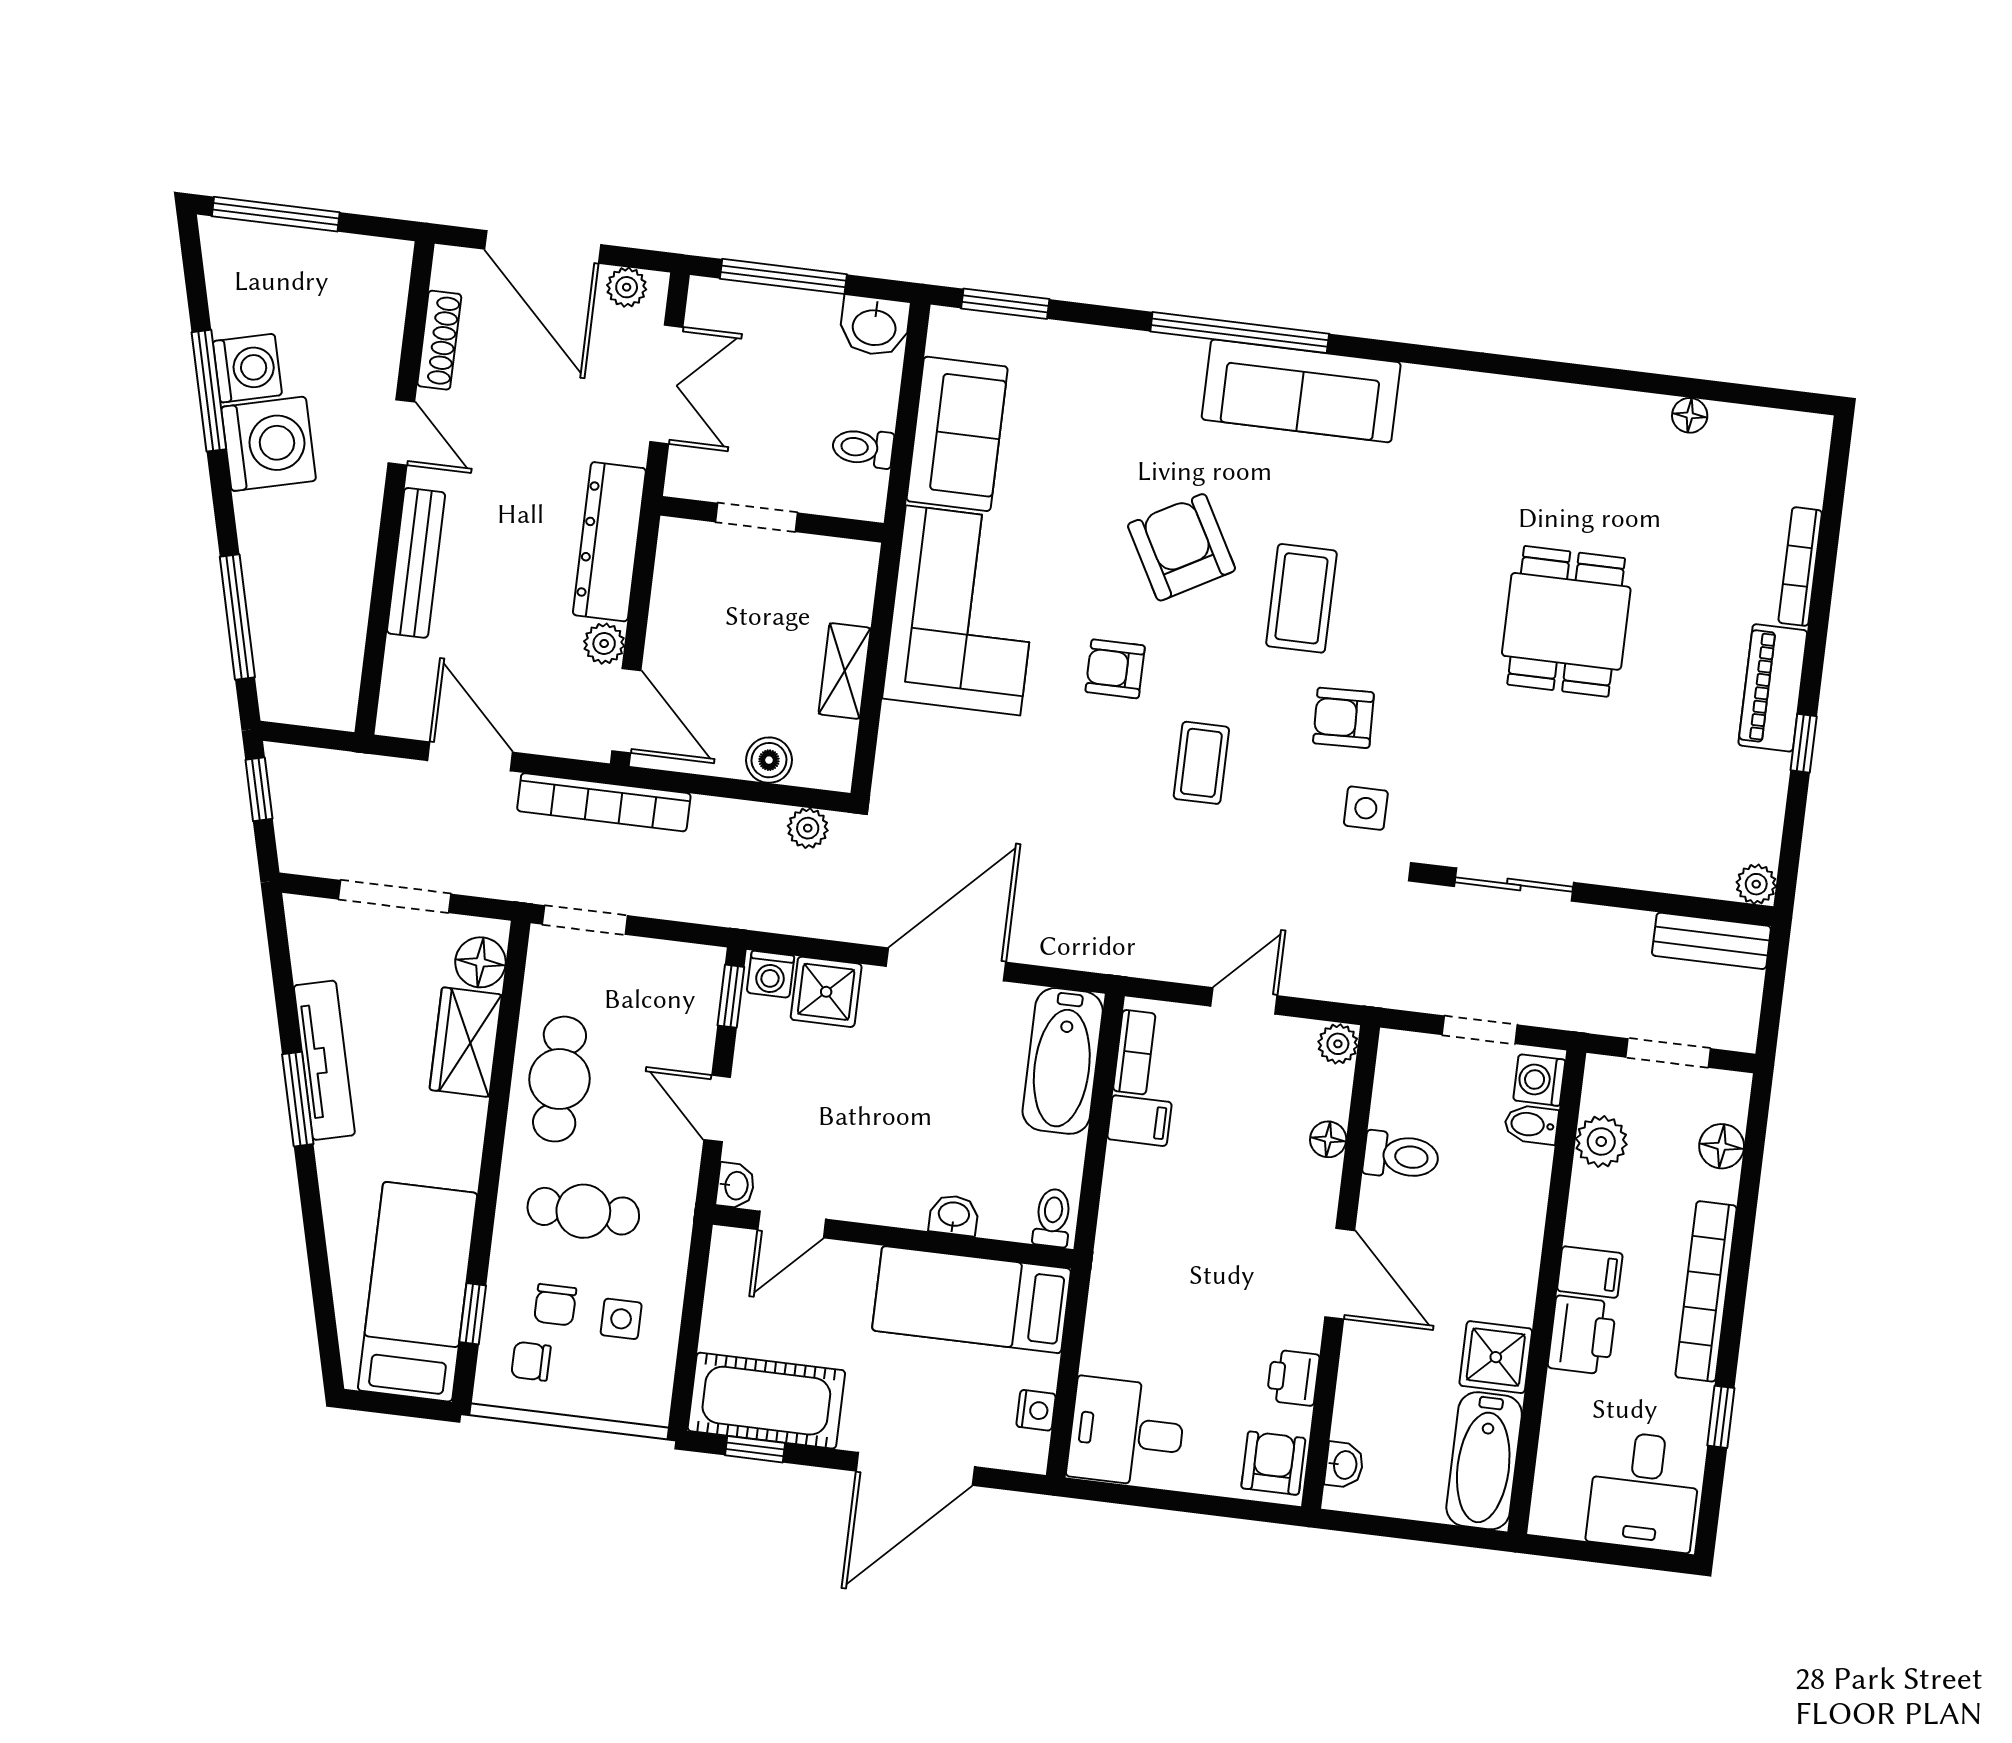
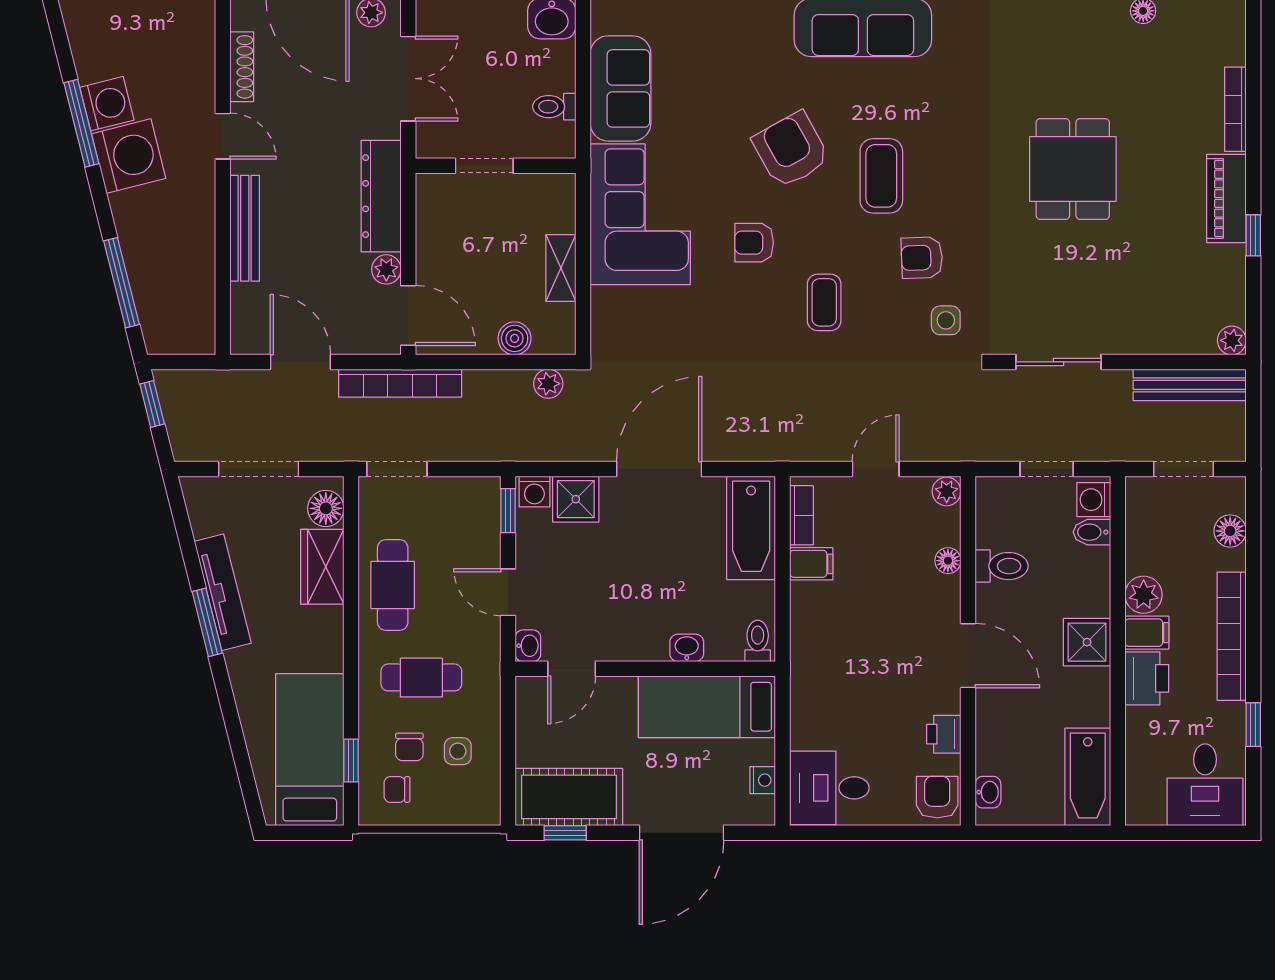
bench: (1711, 941) -> (1190, 385), width x1.36
plant: (1601, 1142) -> (1144, 595), moved
shower: (1496, 1357) -> (1087, 642), moved

